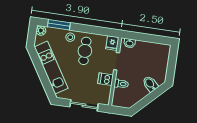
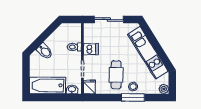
window: (59, 25) -> (133, 97), moved
bathtub: (152, 51) -> (48, 85), added

